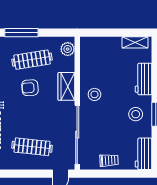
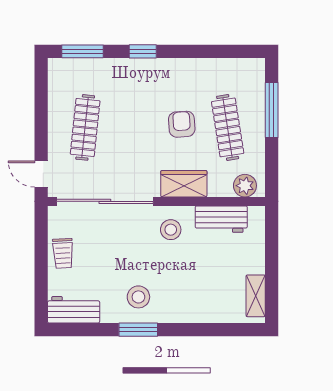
workbench: (144, 79) -> (221, 219), moved, turned 180

